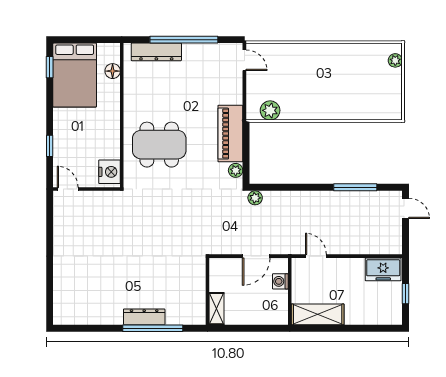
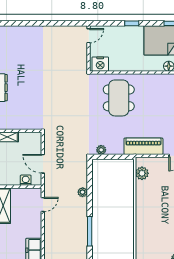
piano: (230, 134) -> (143, 146), moved
window: (50, 146) -> (132, 23), moved
plant: (255, 198) -> (83, 192), moved

